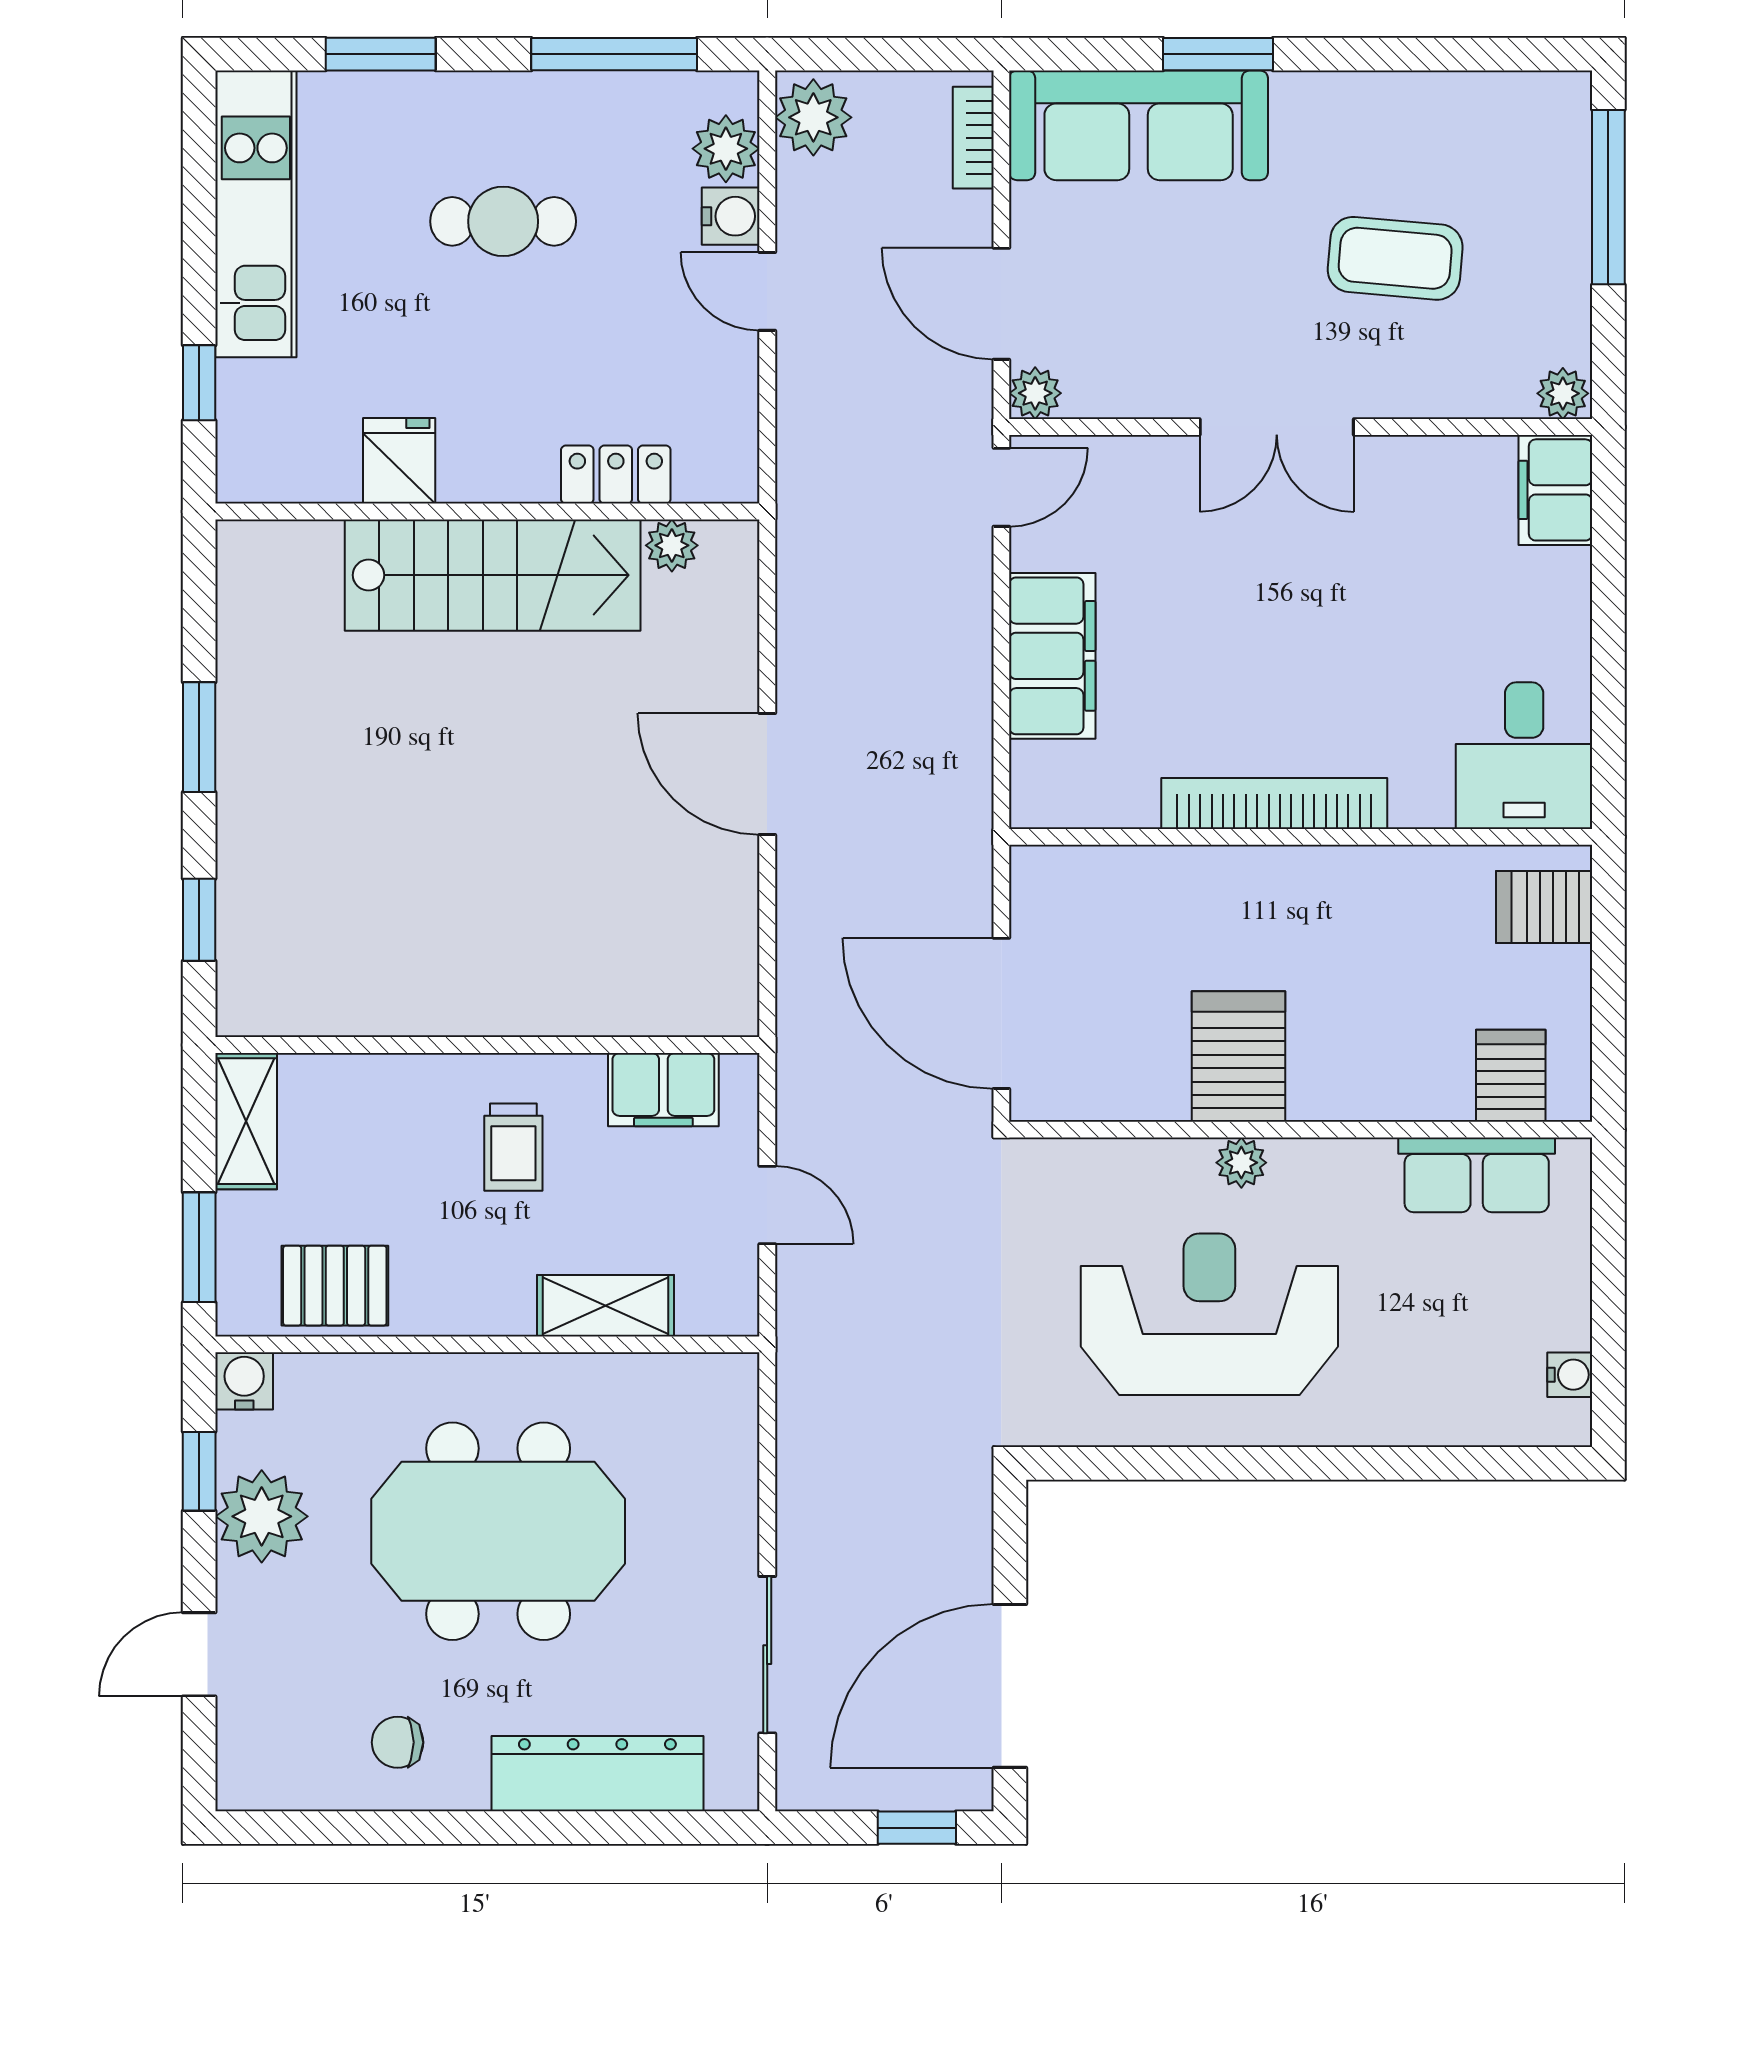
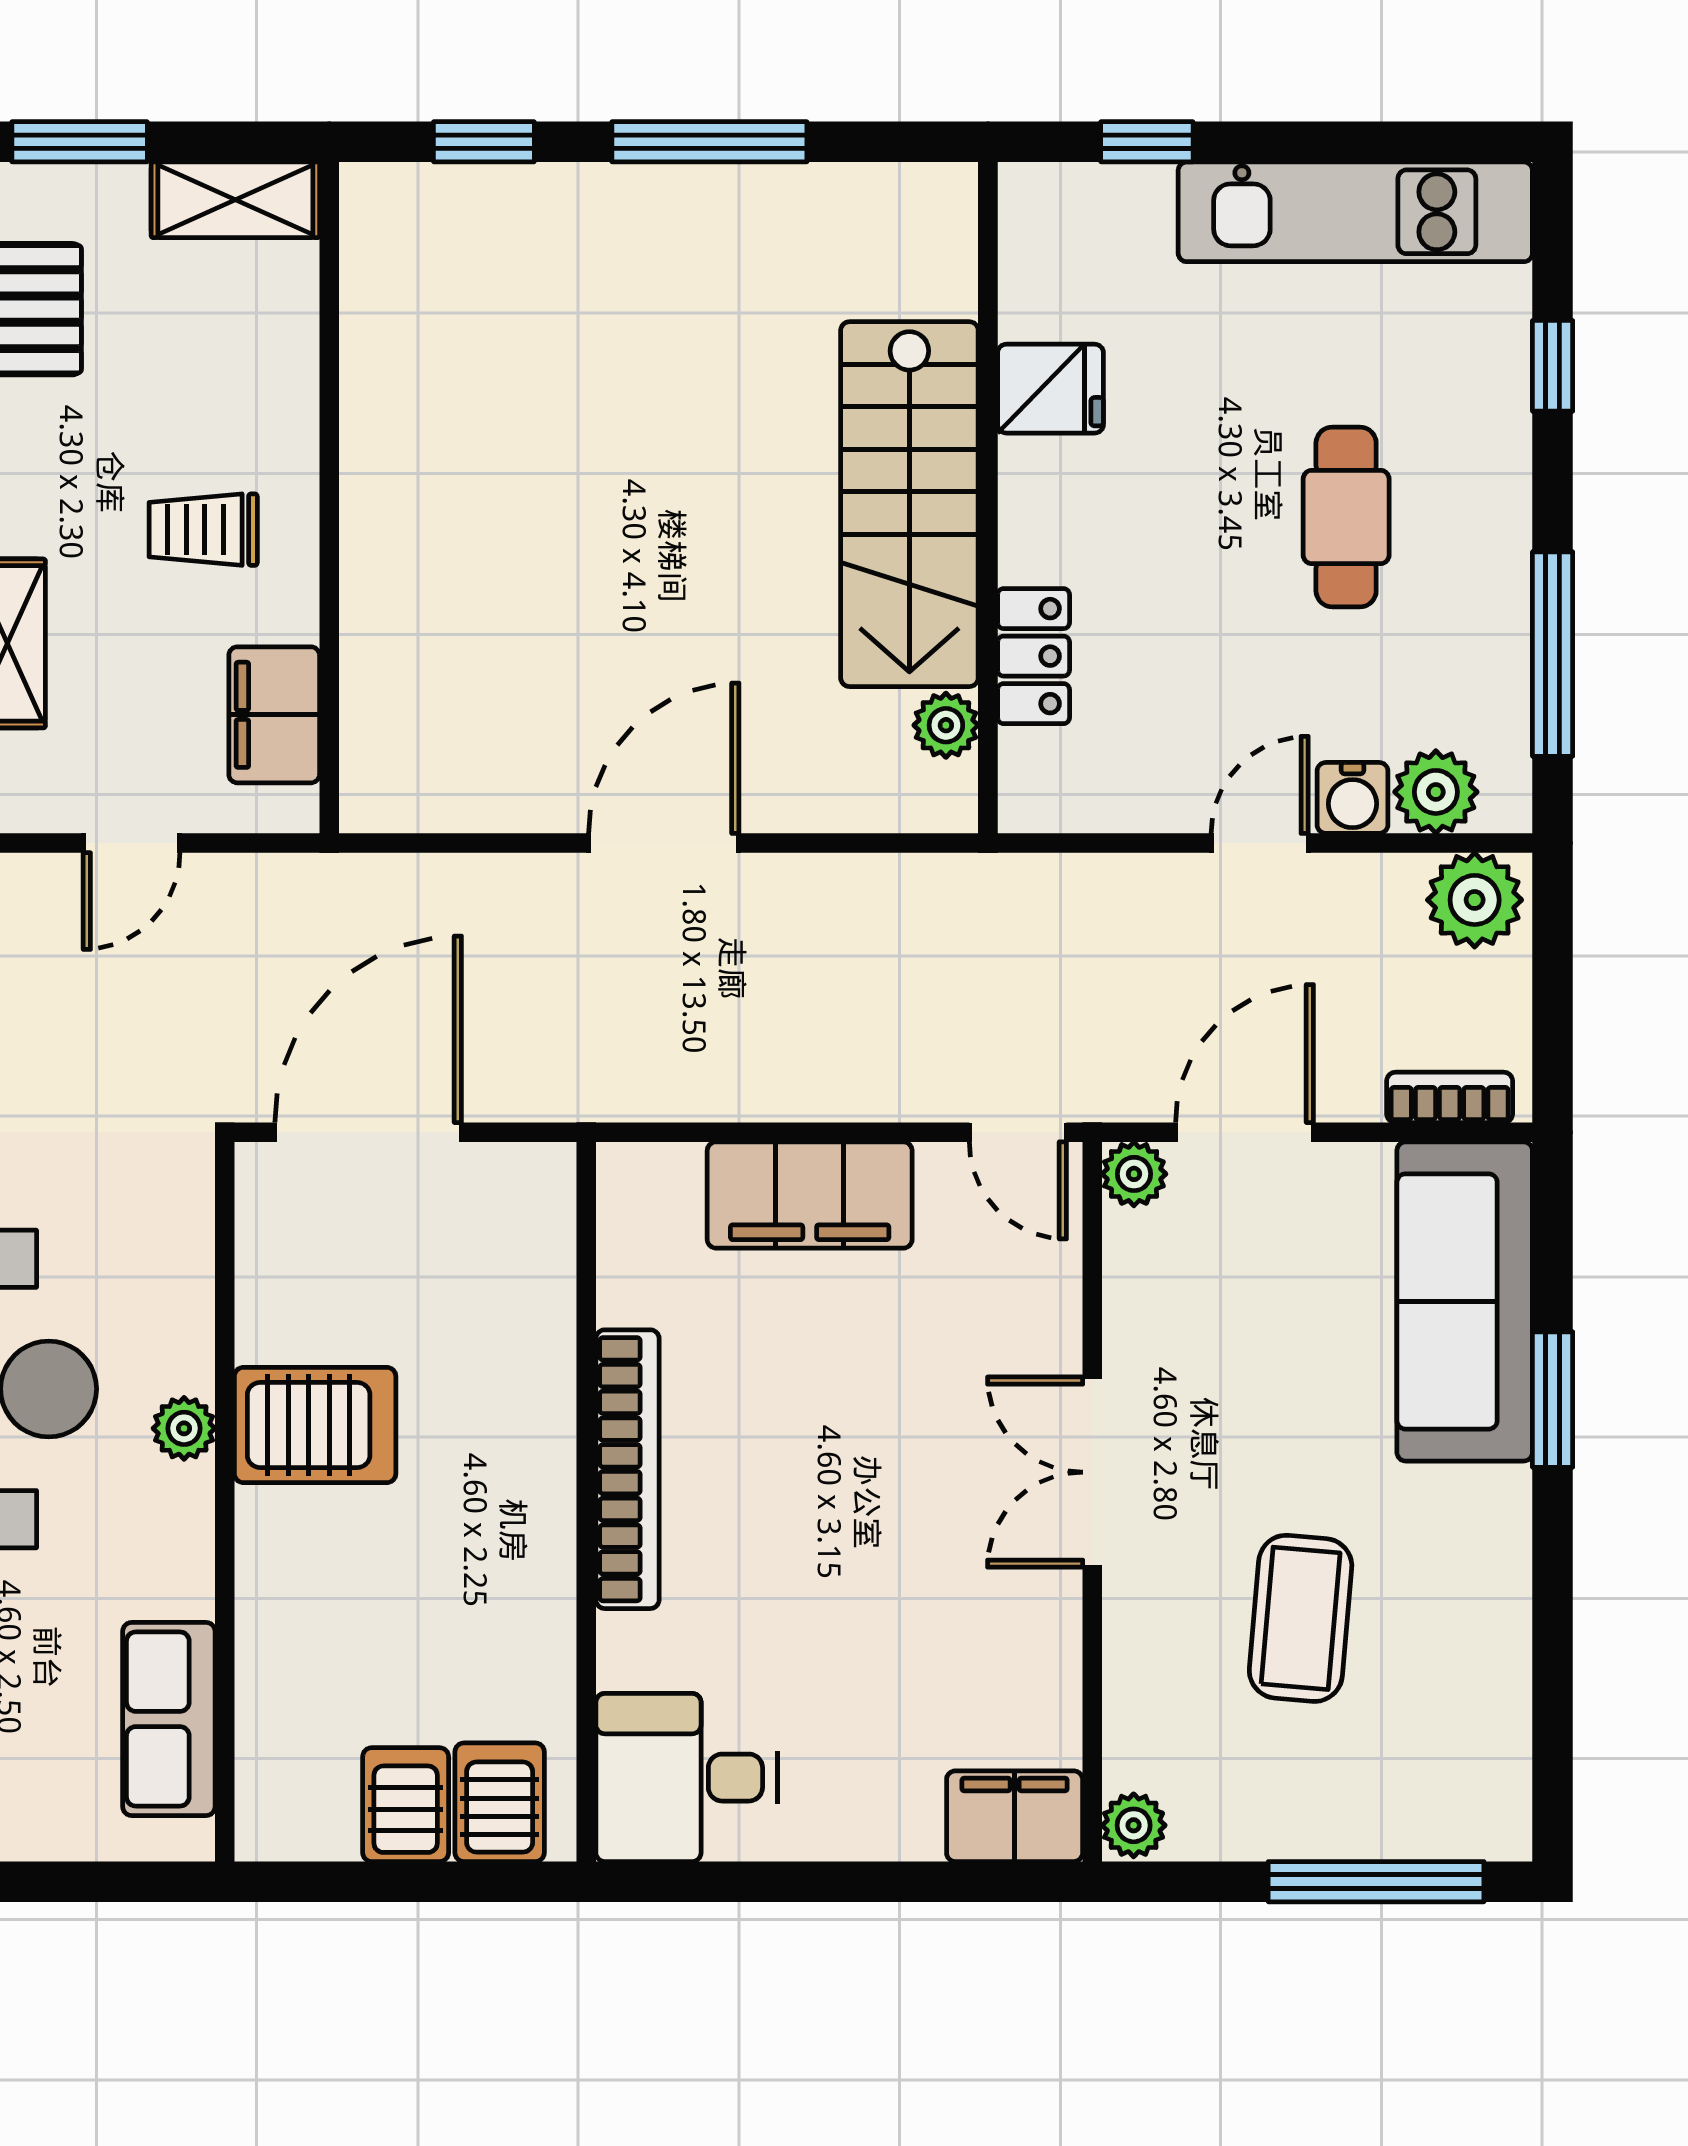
window: (381, 54) -> (1553, 366), width x0.67
window: (199, 737) -> (709, 142), width x1.44
server rack: (1511, 1076) -> (406, 1805), moved, turned -90

